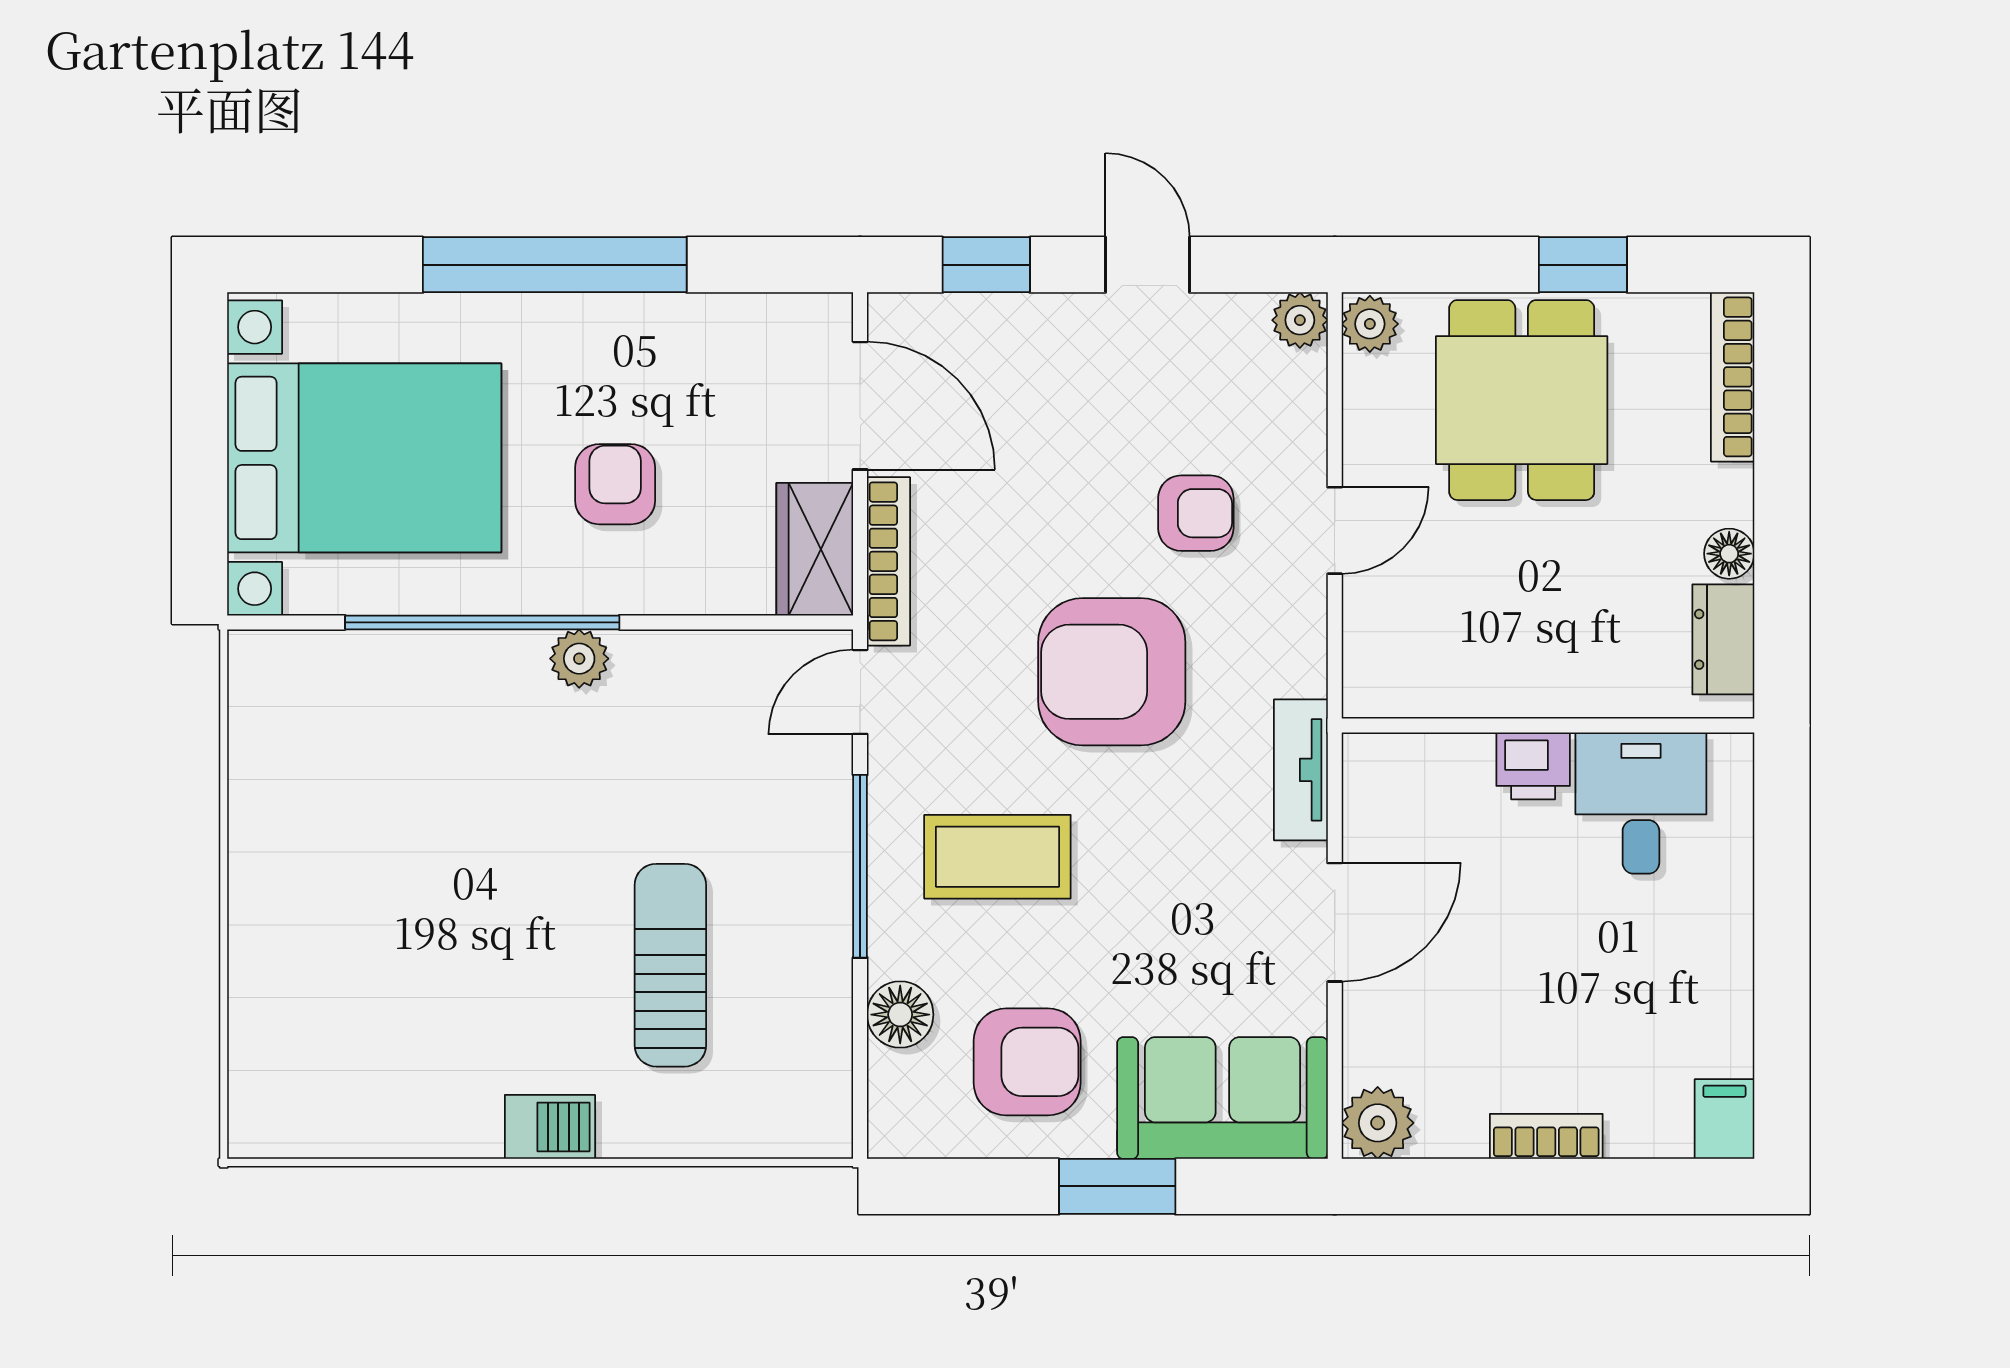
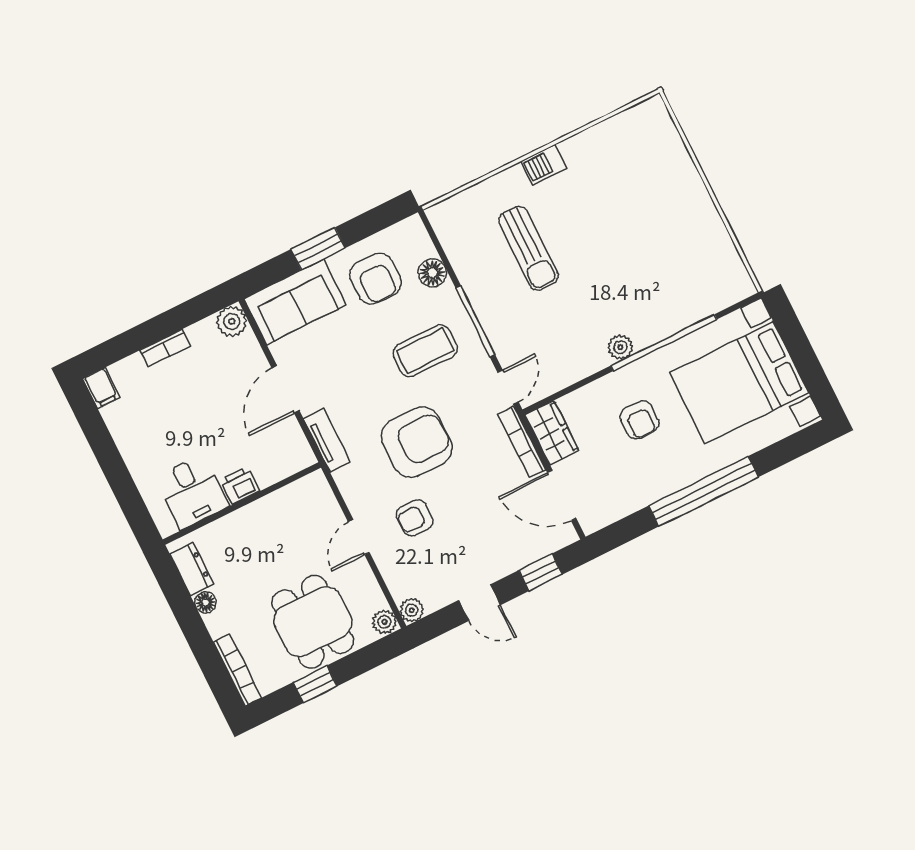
armchair: (1027, 1062) -> (376, 279), turned -90

